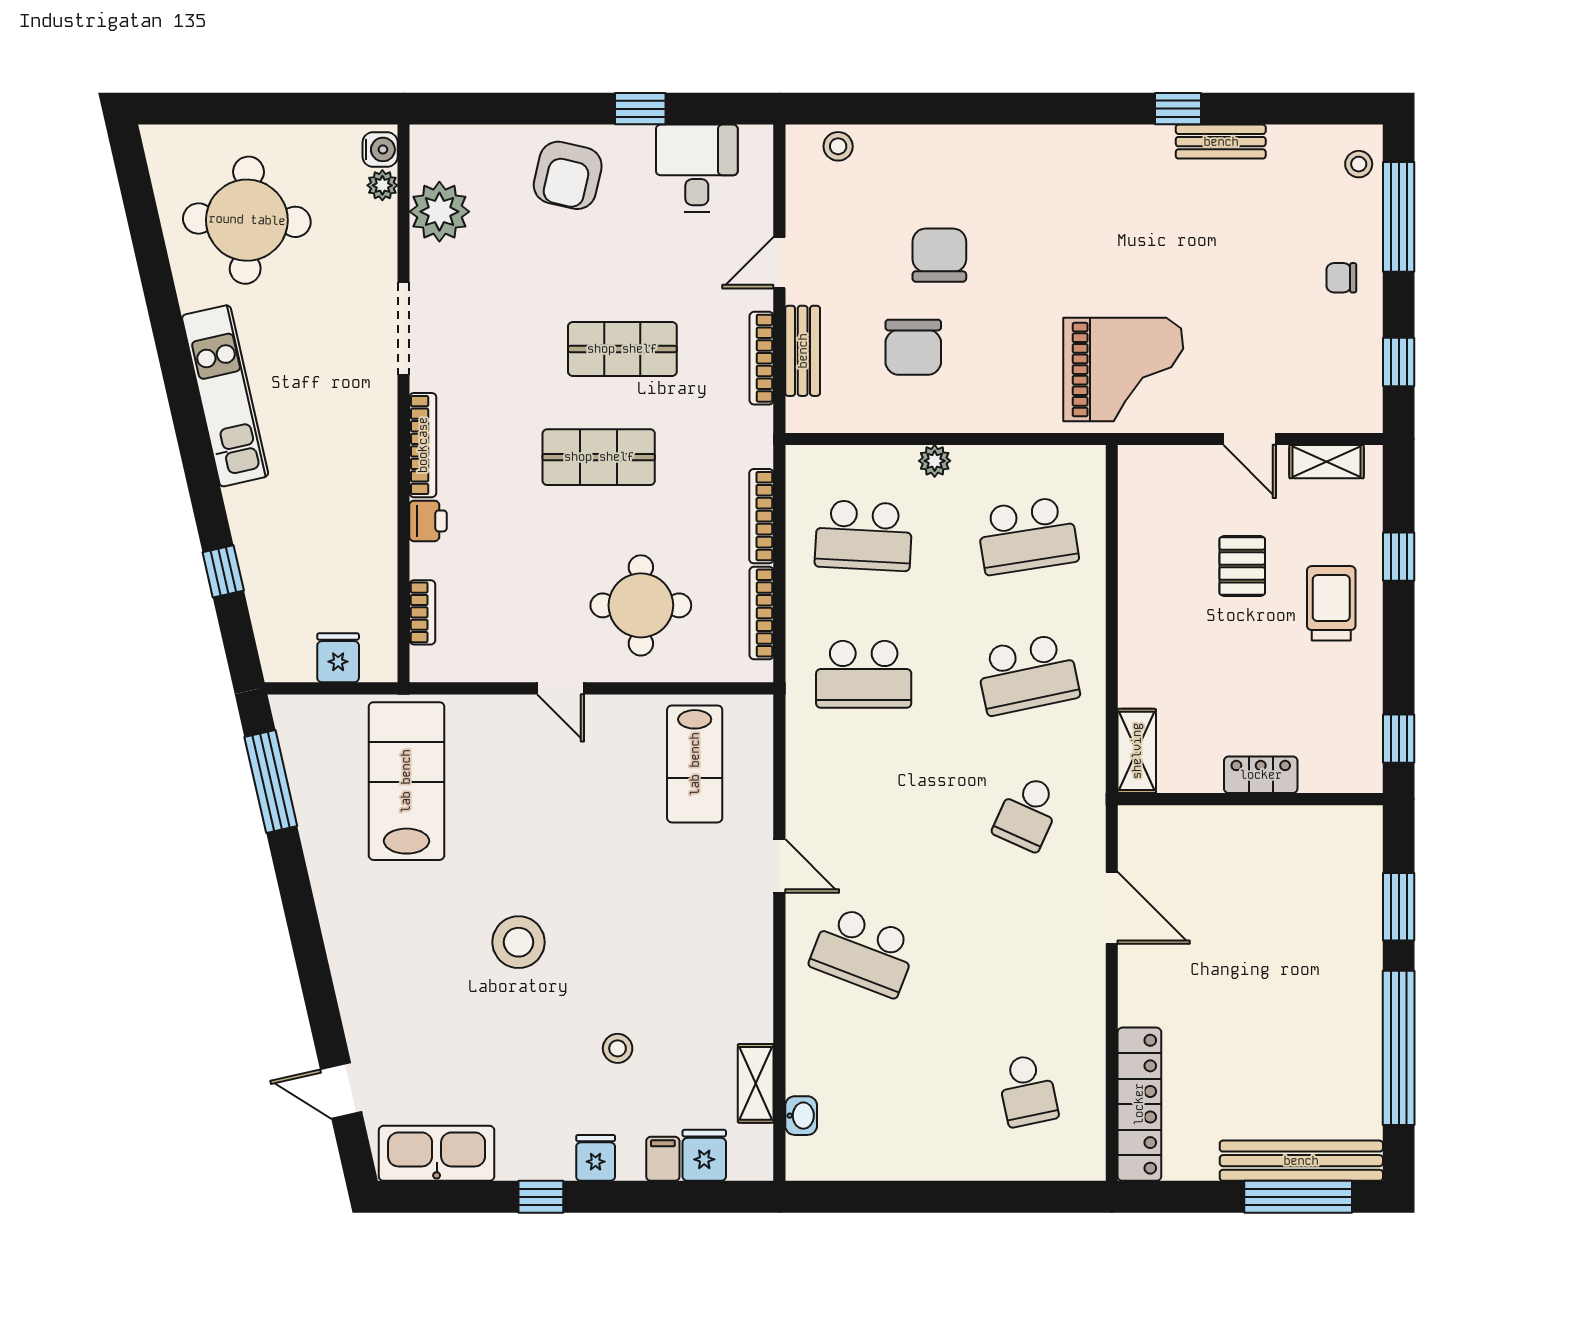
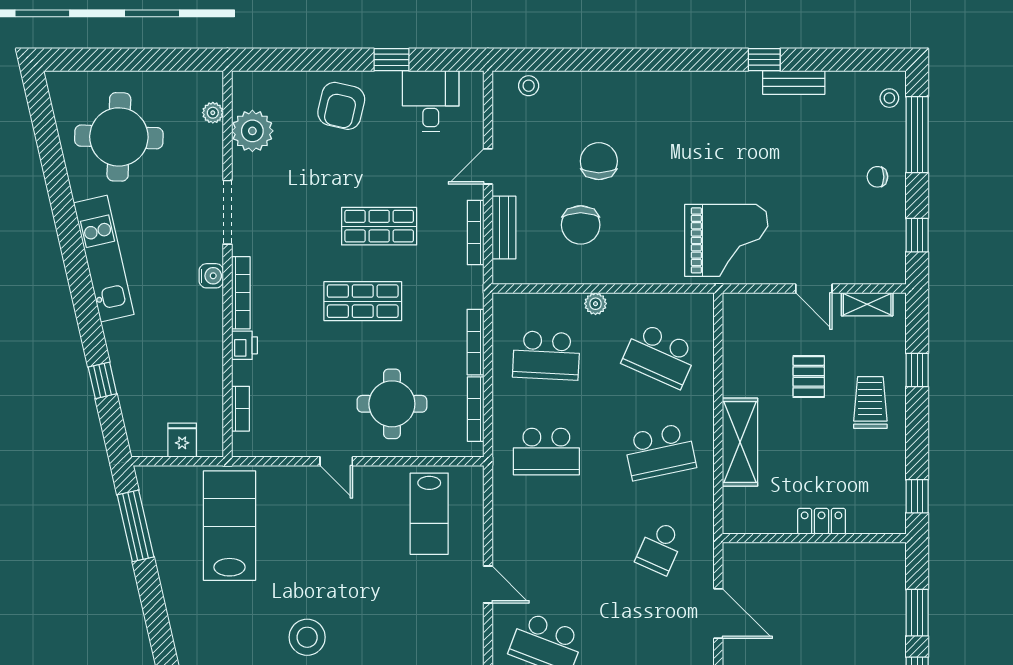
water cooler: (380, 149) -> (211, 276), moved
school desk: (1027, 536) -> (660, 355), turned 33
shelving: (1137, 751) -> (740, 442), moved, width x1.50, depth x1.33

